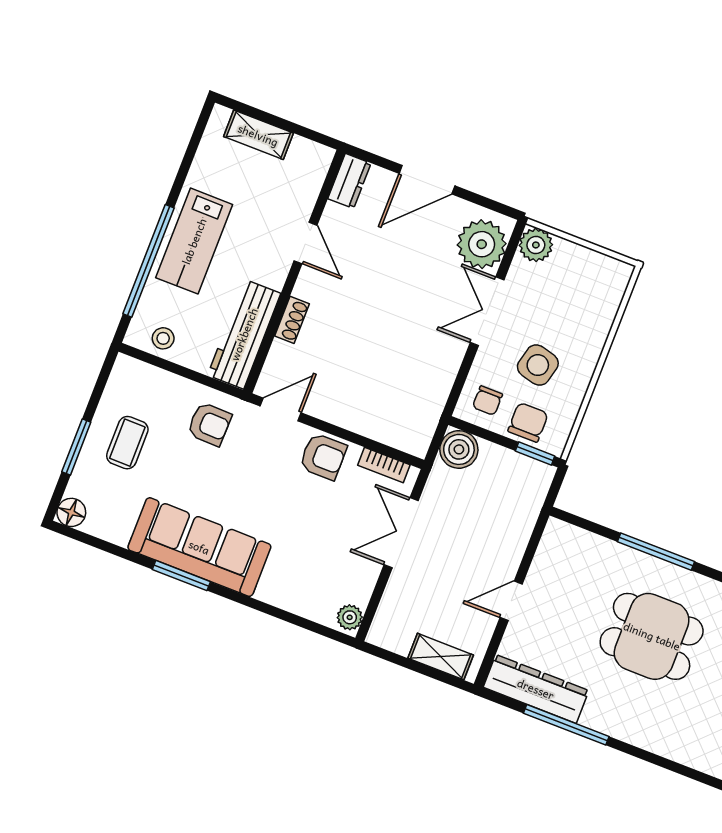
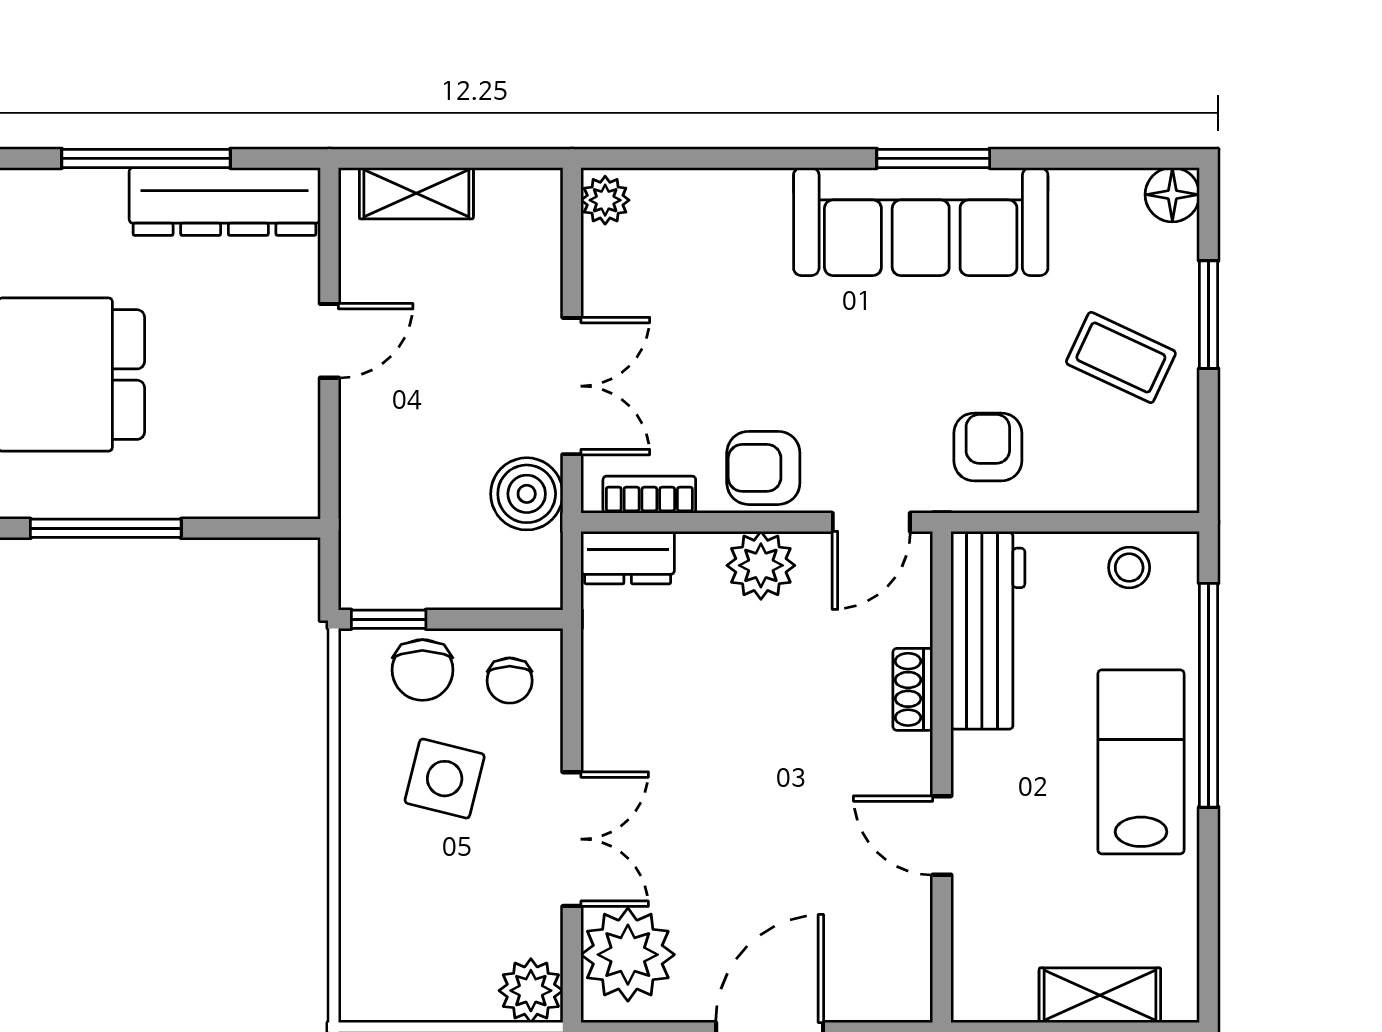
dresser: (349, 181) -> (628, 558), moved, turned -90
chair: (487, 401) -> (510, 681), turned 180
plant: (343, 409) -> (761, 565), added
armchair: (209, 424) -> (988, 447), turned 89
coffee table: (127, 443) -> (1121, 357), turned -65
boiler: (459, 449) -> (527, 494), moved

